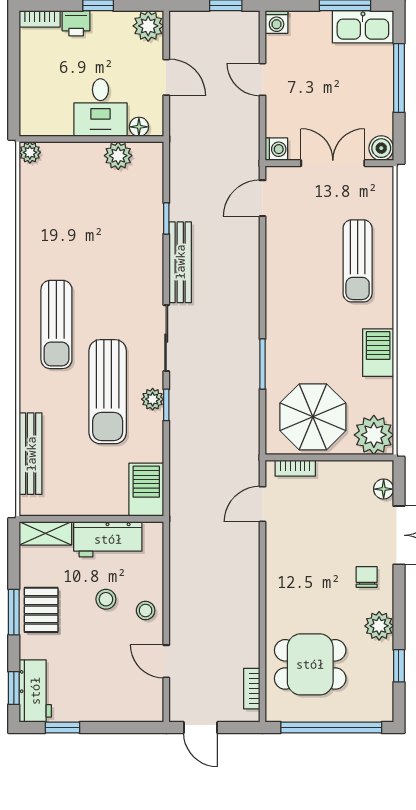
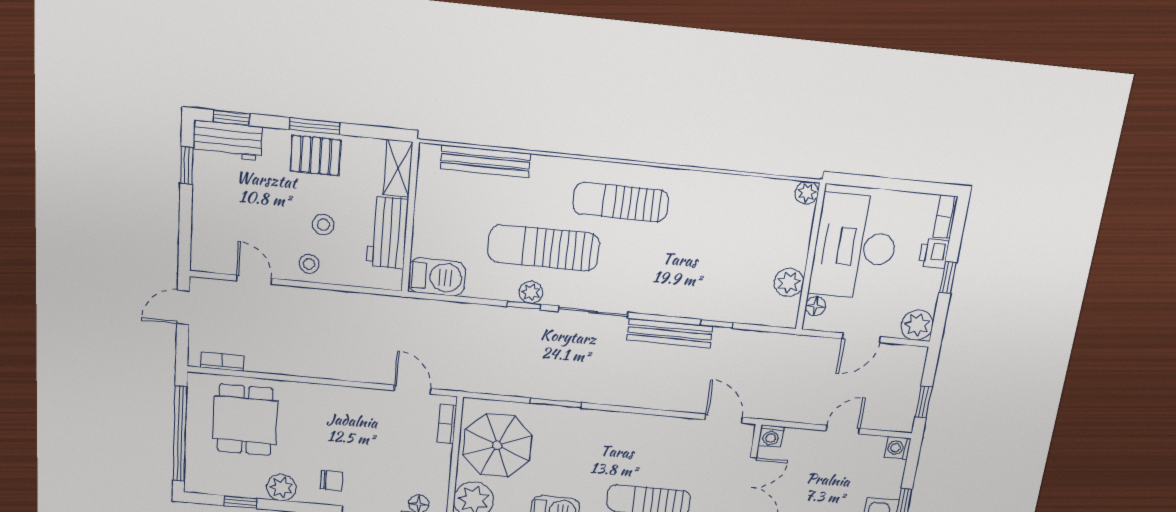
desk: (100, 108) -> (855, 247), width x1.87, depth x1.30
door: (166, 661) -> (254, 280), hinge flipped

